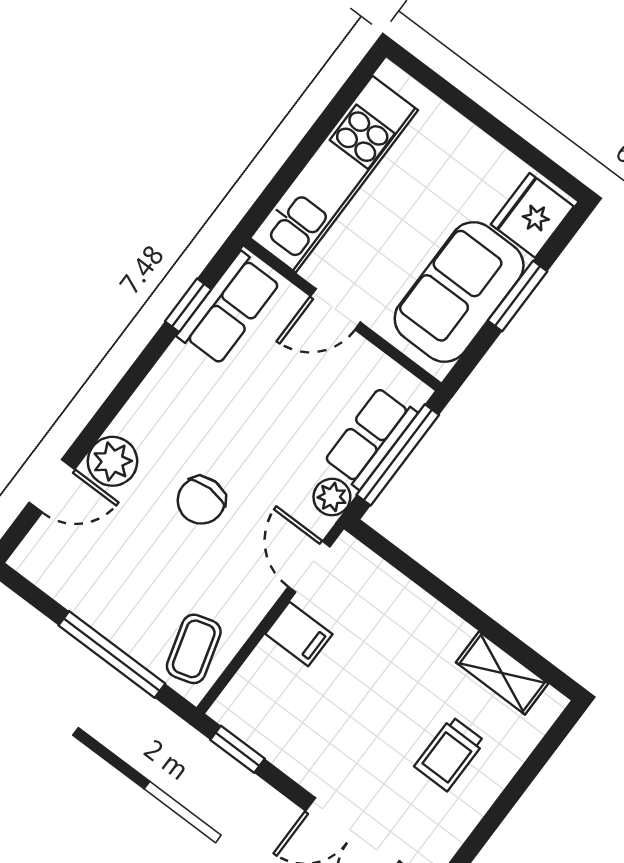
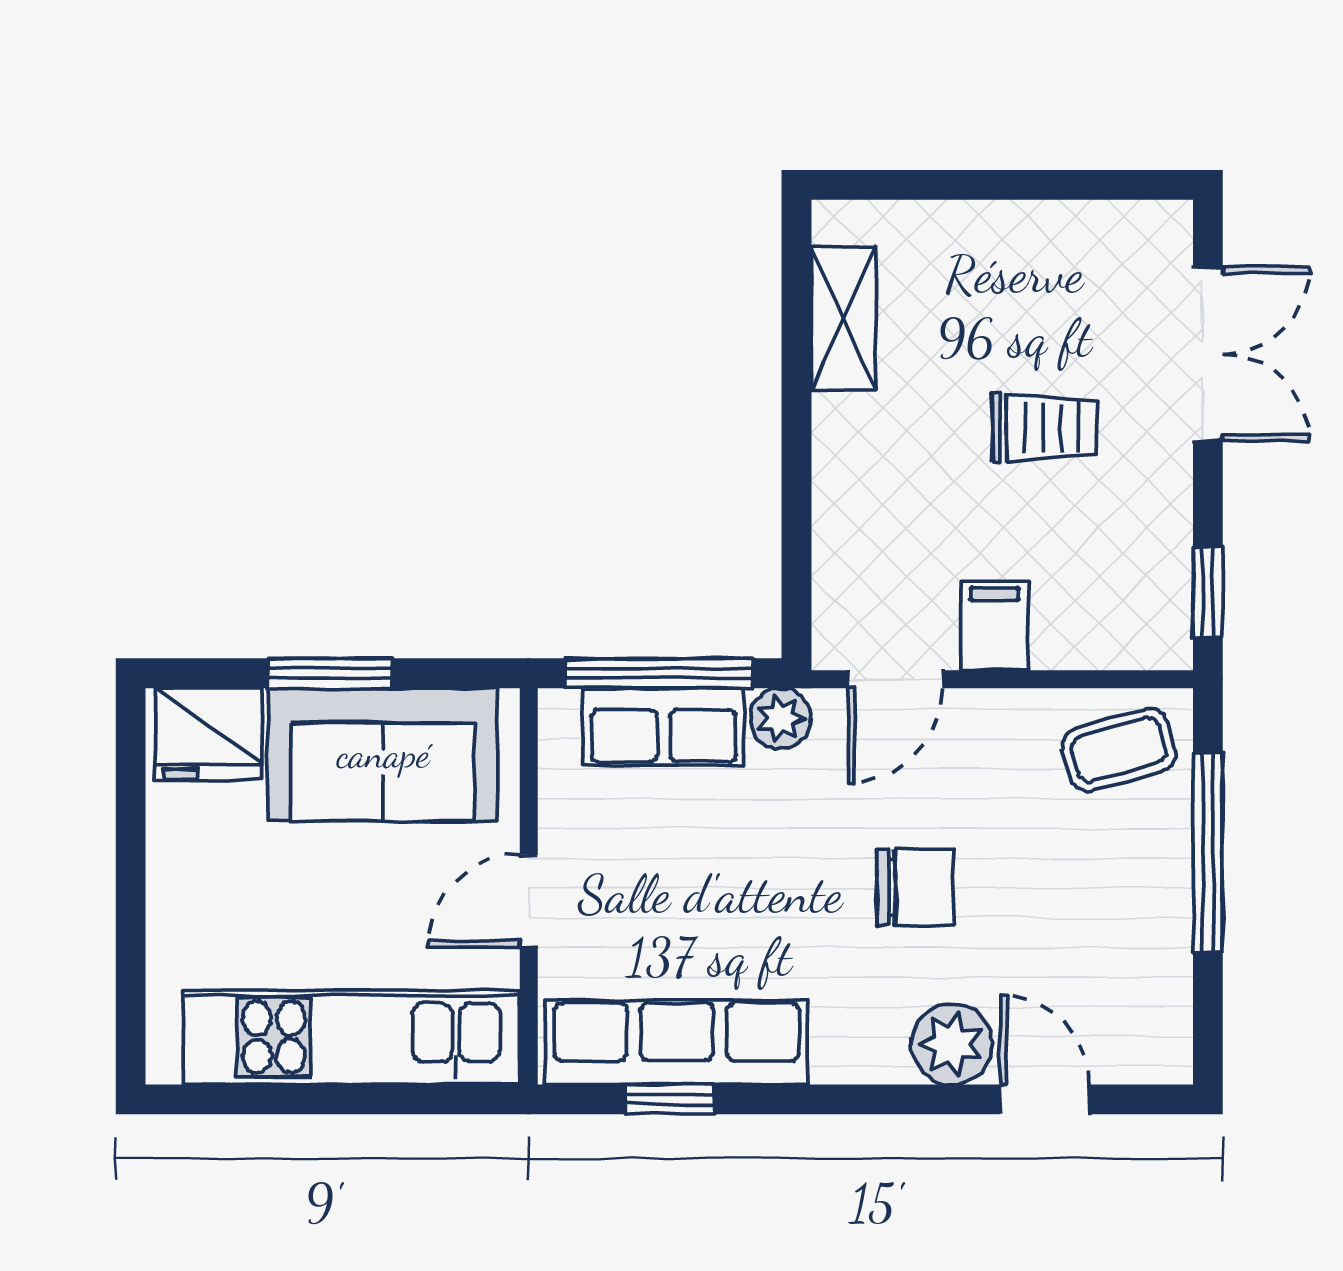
row of seats: (229, 309) -> (677, 1042), width x1.48
door: (335, 309) -> (529, 901), swing flipped
trolley: (450, 754) -> (1044, 428), moved

